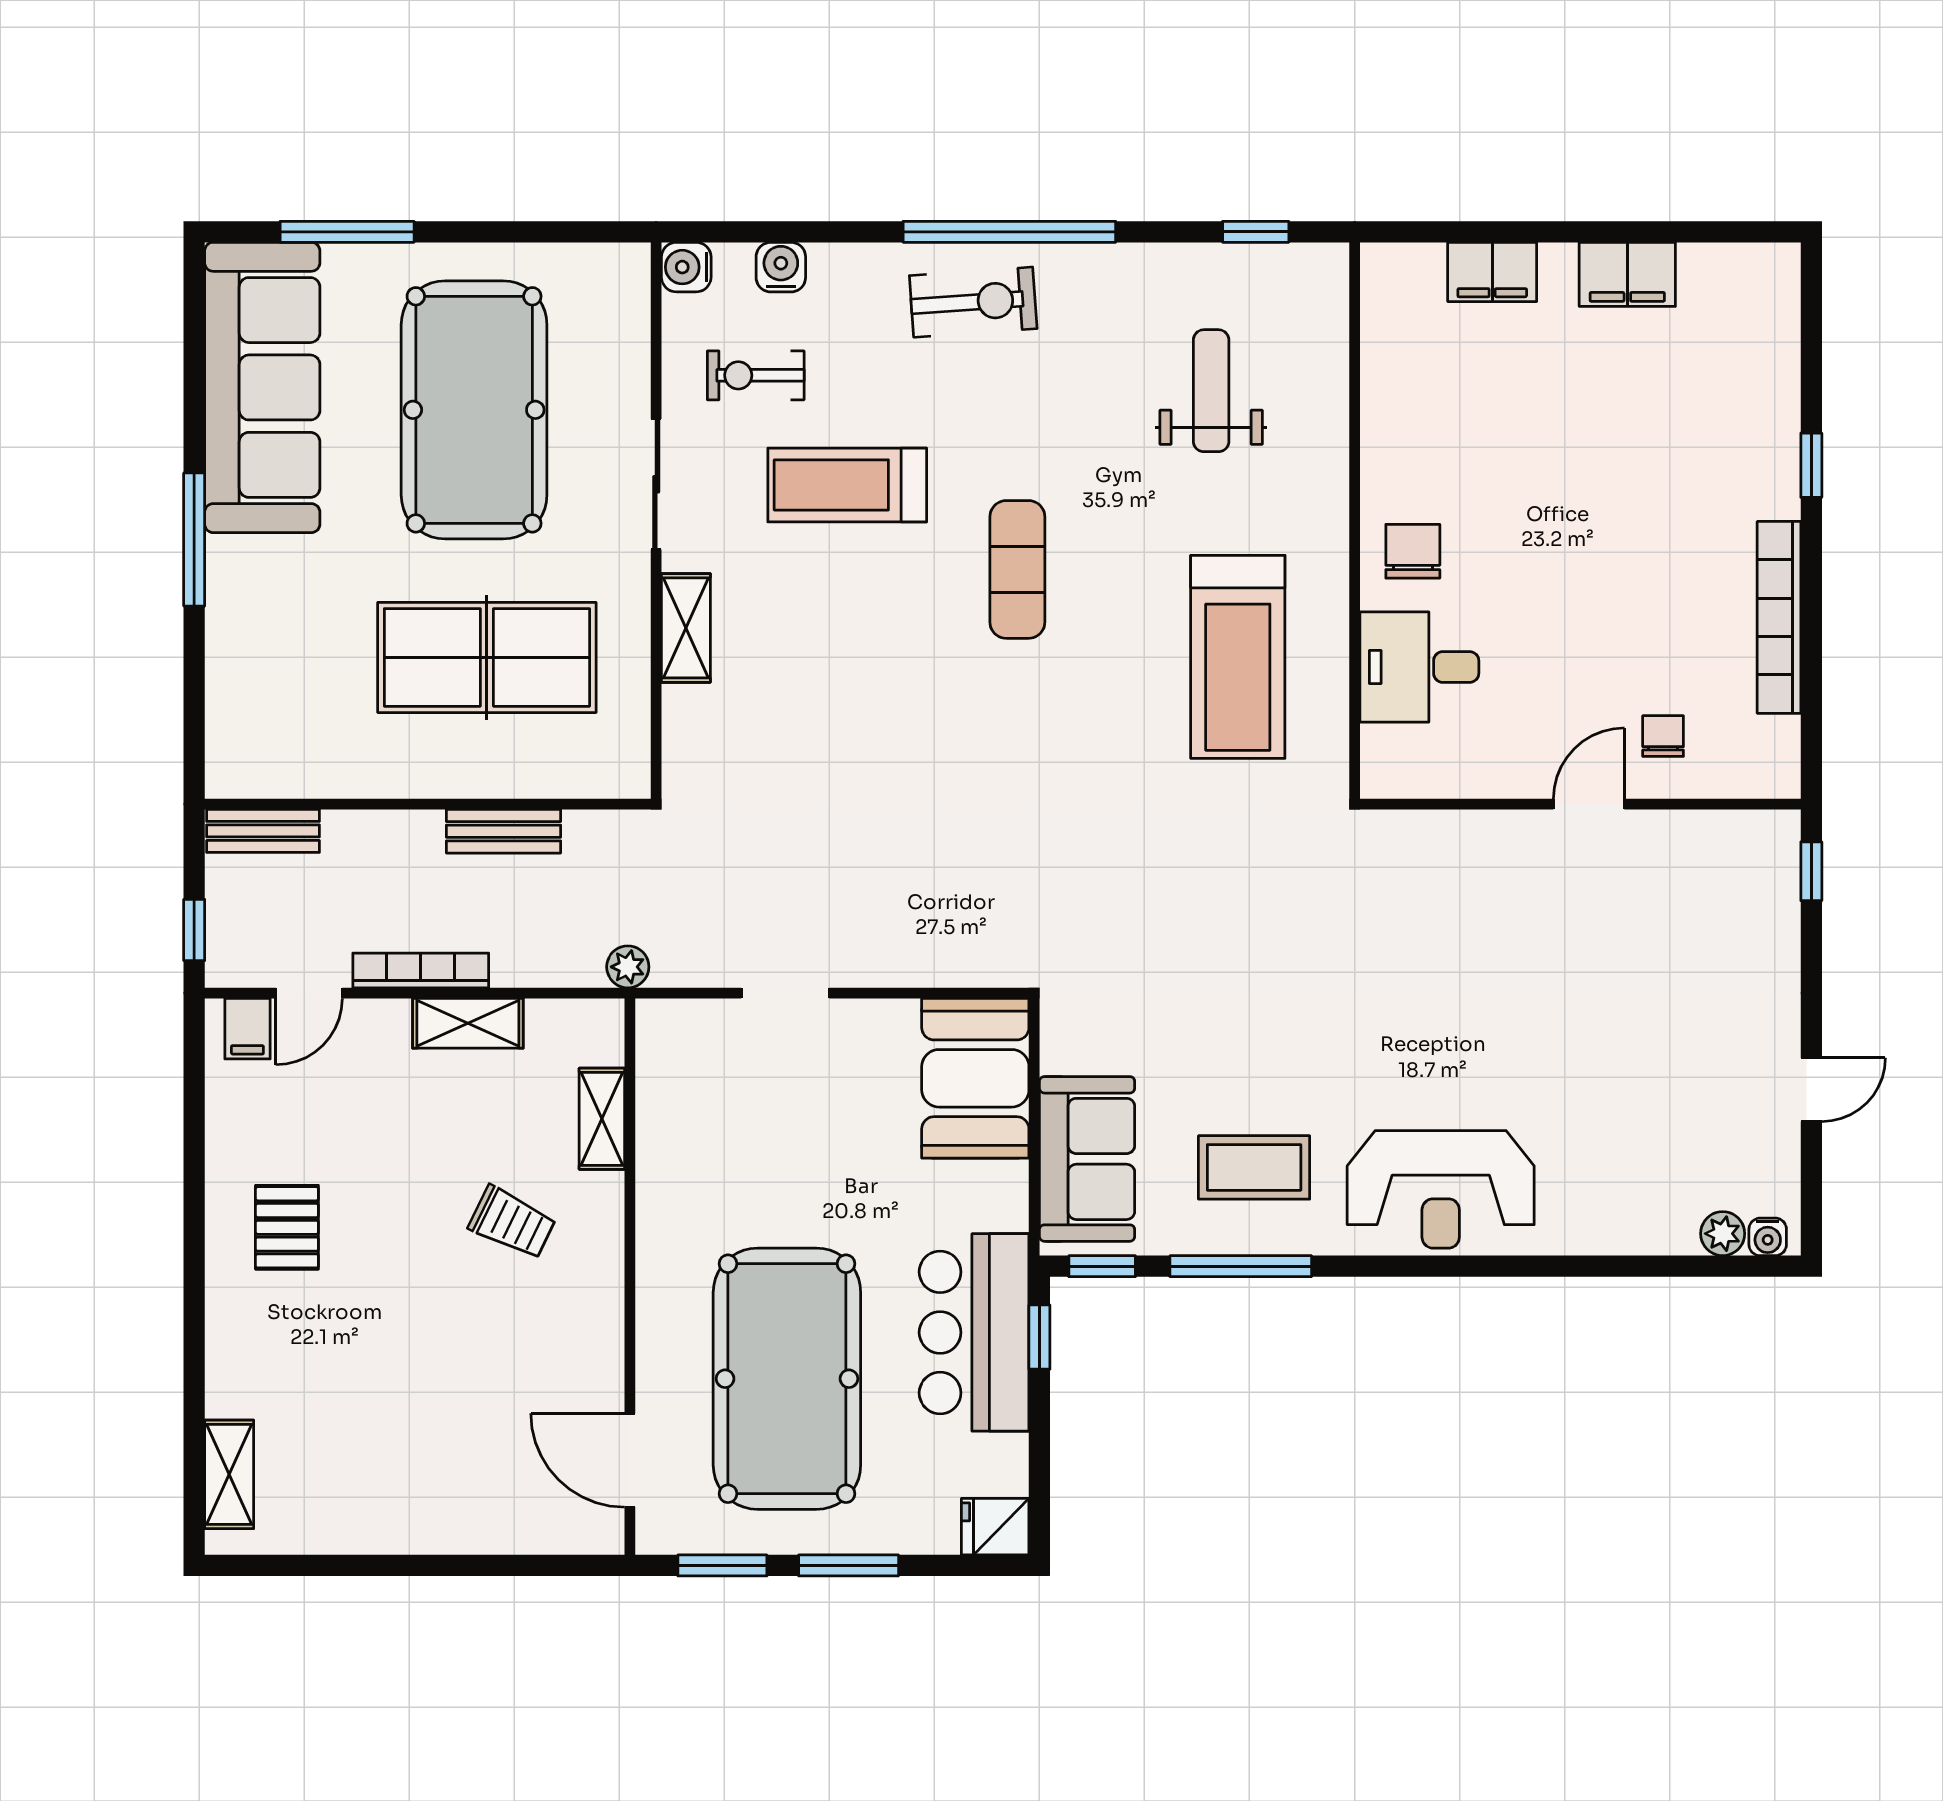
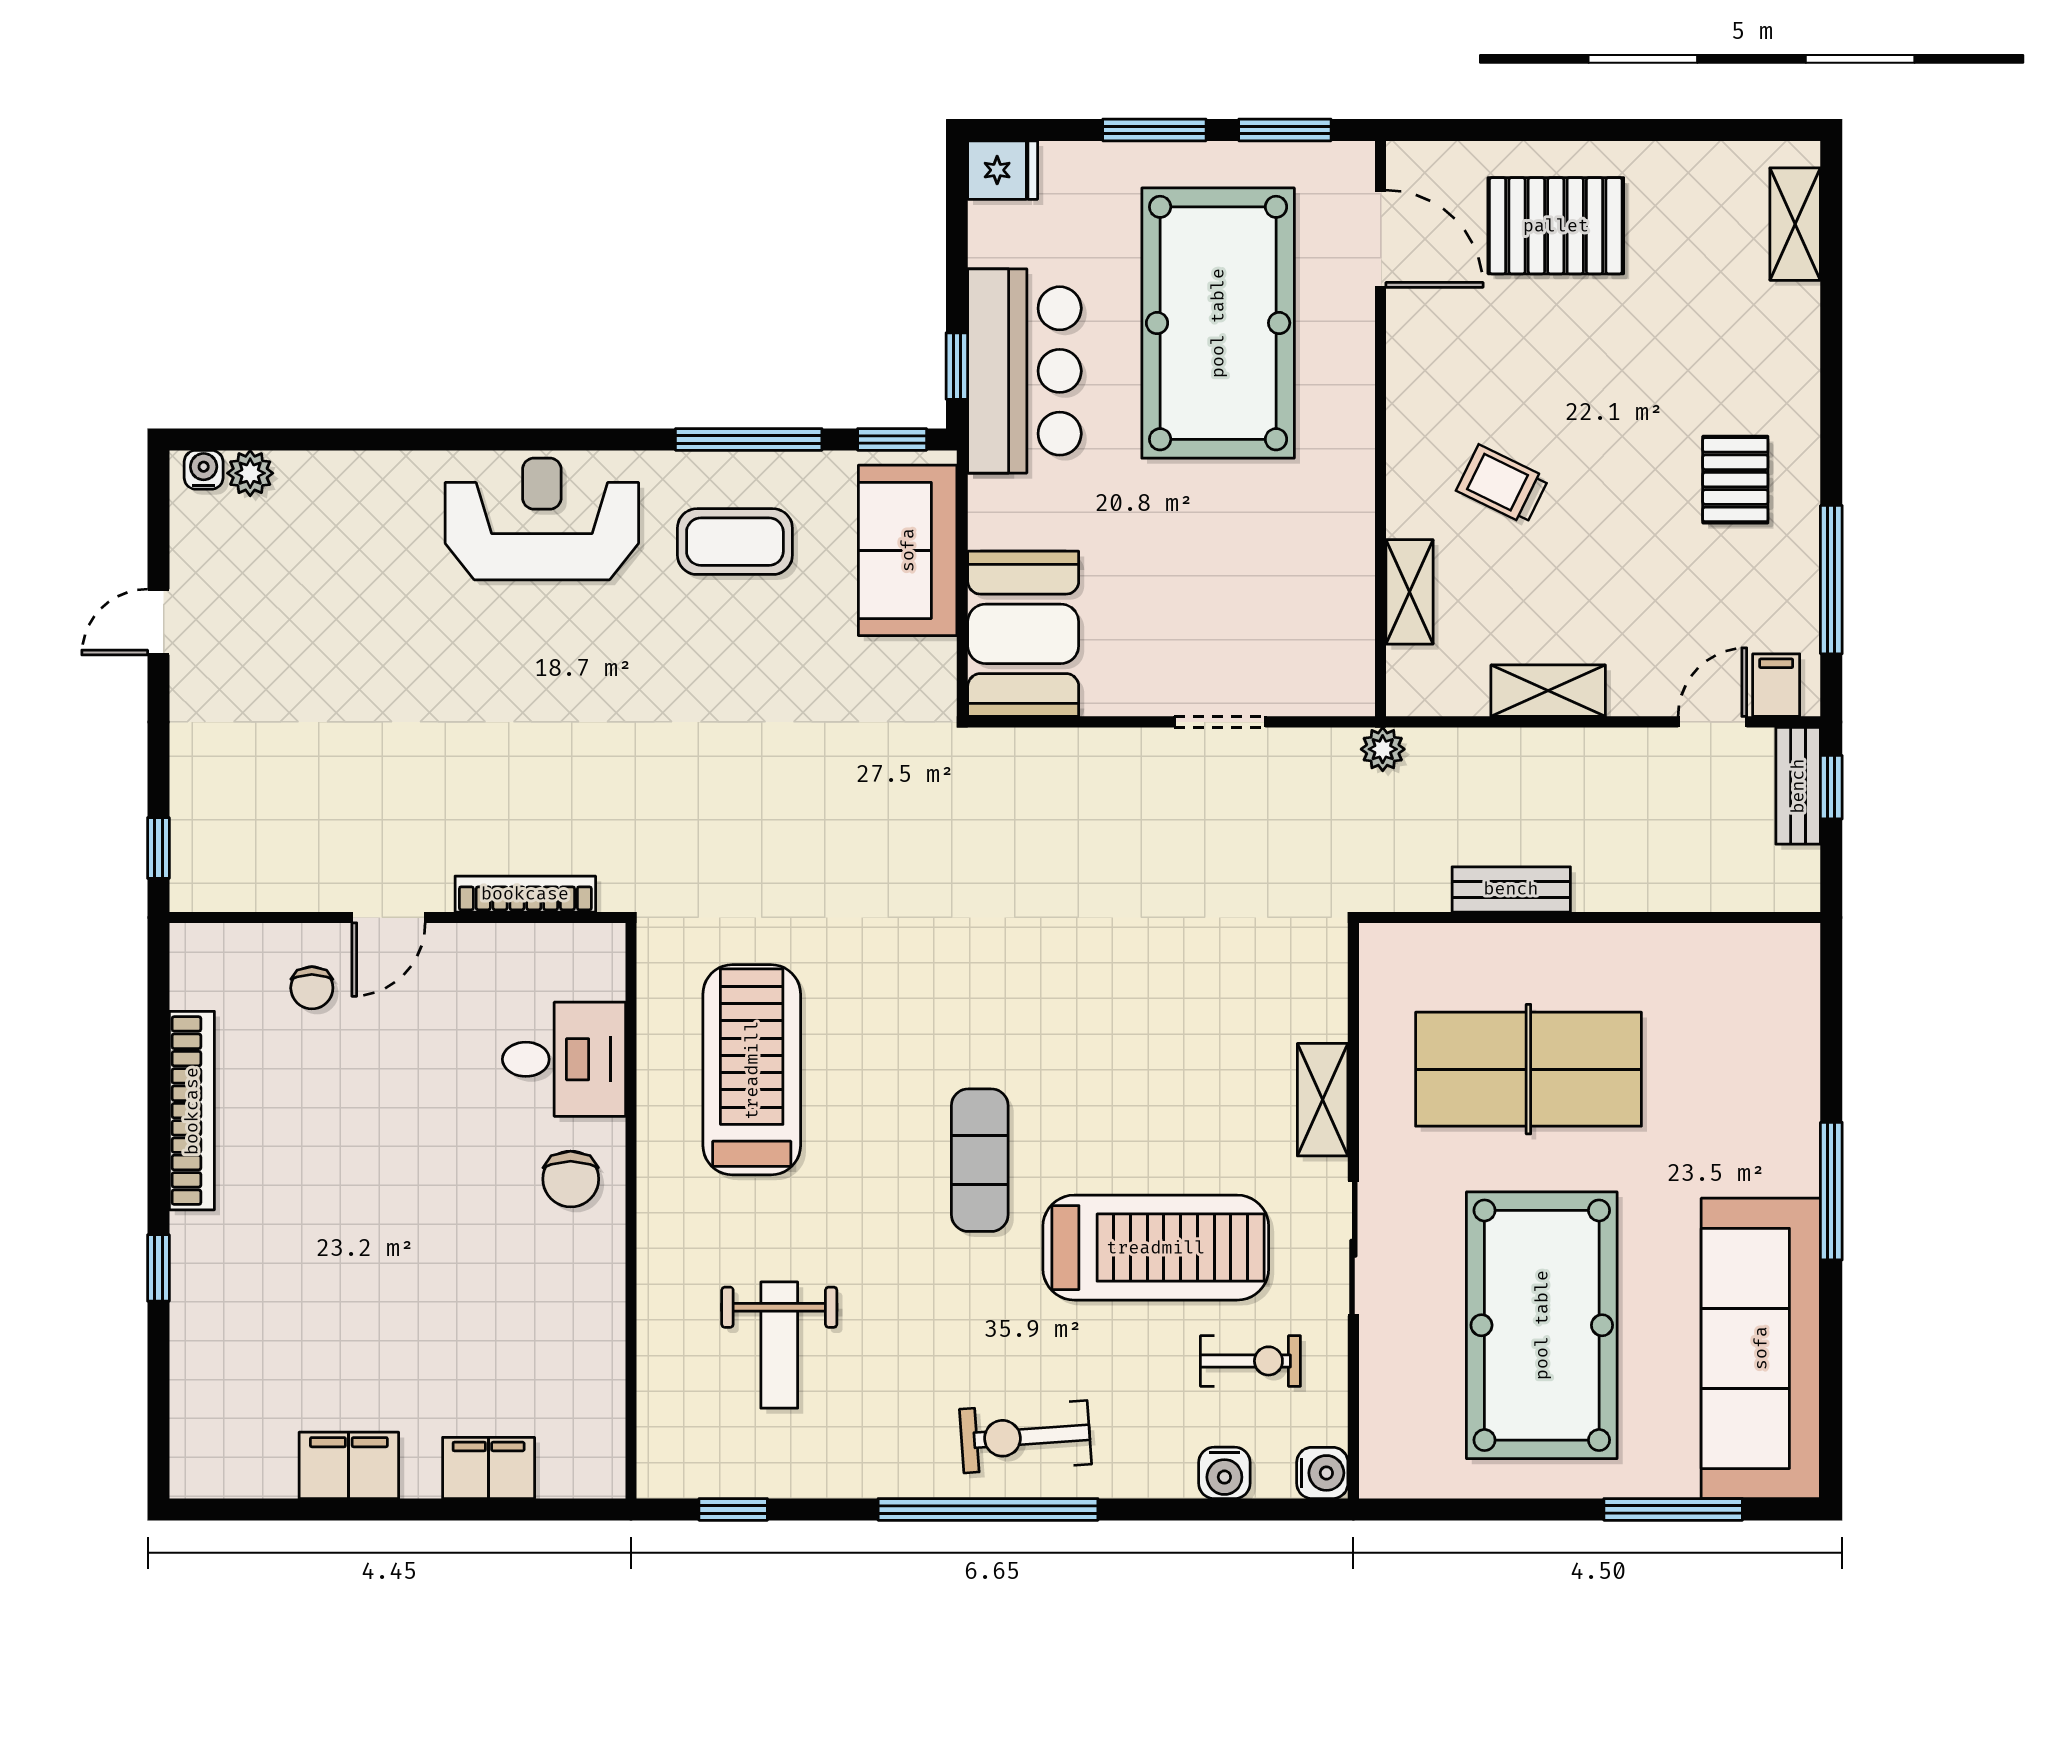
treadmill: (847, 485) -> (1156, 1248), width x1.37, depth x1.38
bench: (263, 831) -> (1798, 786), moved, turned 90
bookcase: (421, 970) -> (525, 894), moved, turned 180
window: (194, 1131) -> (1831, 580), added
pallet: (461, 1473) -> (1556, 226), added

